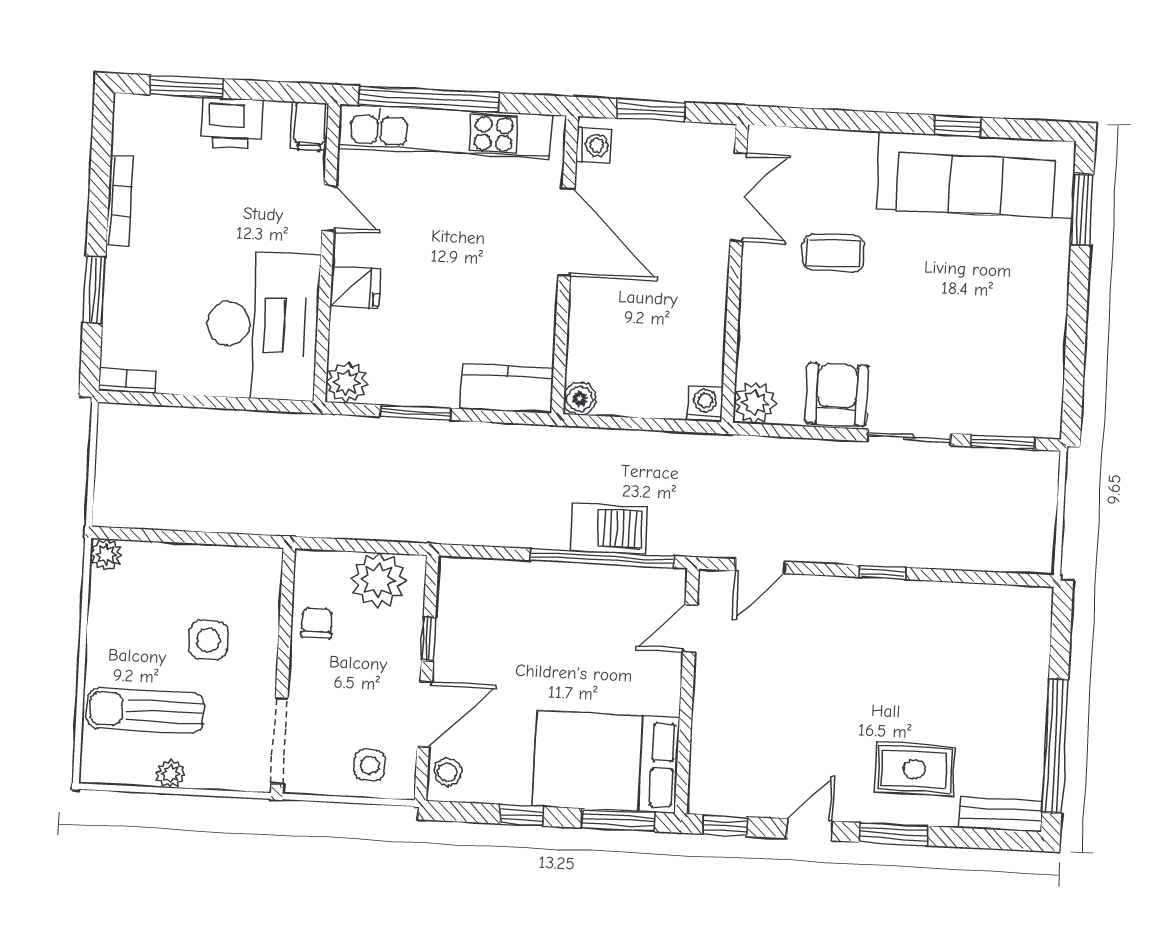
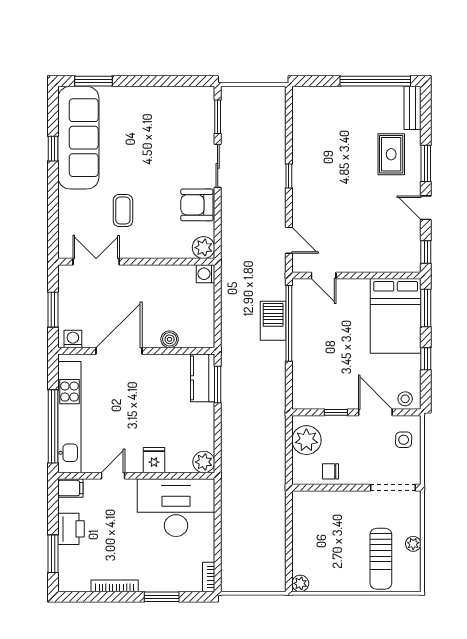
boiler: (580, 399) -> (170, 339), moved
window: (416, 412) -> (218, 384), moved
side table: (208, 640) -> (342, 528), removed

